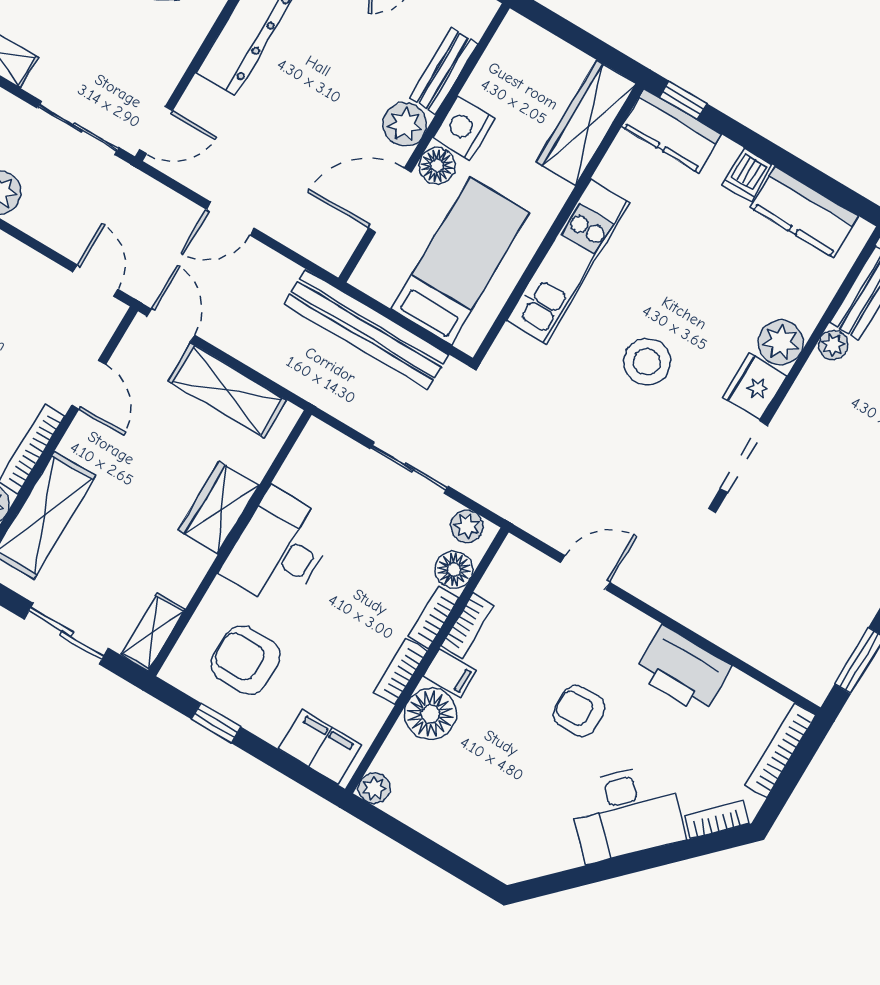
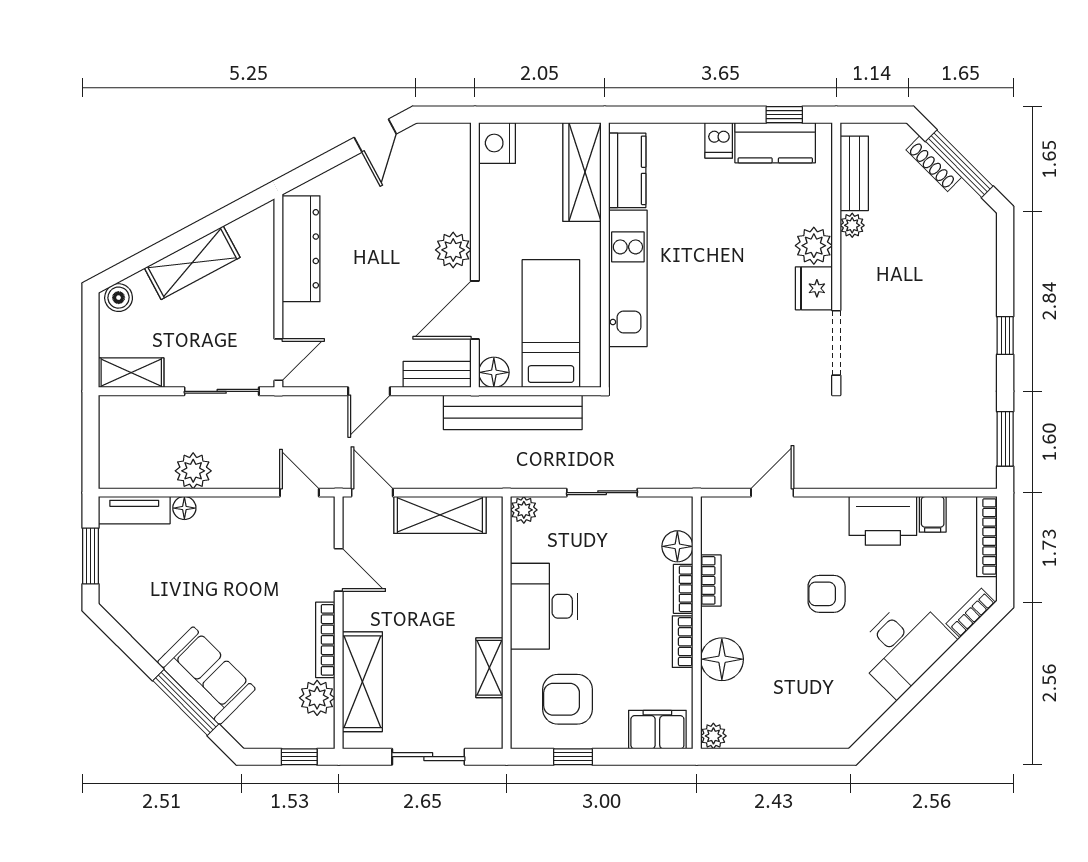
bench: (443, 71) -> (437, 374), moved, turned 90
window: (683, 100) -> (784, 115), moved
nightstand: (464, 128) -> (497, 143), moved
kitchen counter: (671, 130) -> (627, 170), moved, turned -90
floor lamp: (437, 166) -> (494, 372), moved
stool: (647, 362) -> (727, 316), removed
wardrobe: (219, 508) -> (483, 602), removed
plant: (467, 526) -> (524, 510), moved
shelving: (153, 632) -> (489, 668), moved
filing cabinet: (450, 673) -> (933, 514), moved, turned 90

